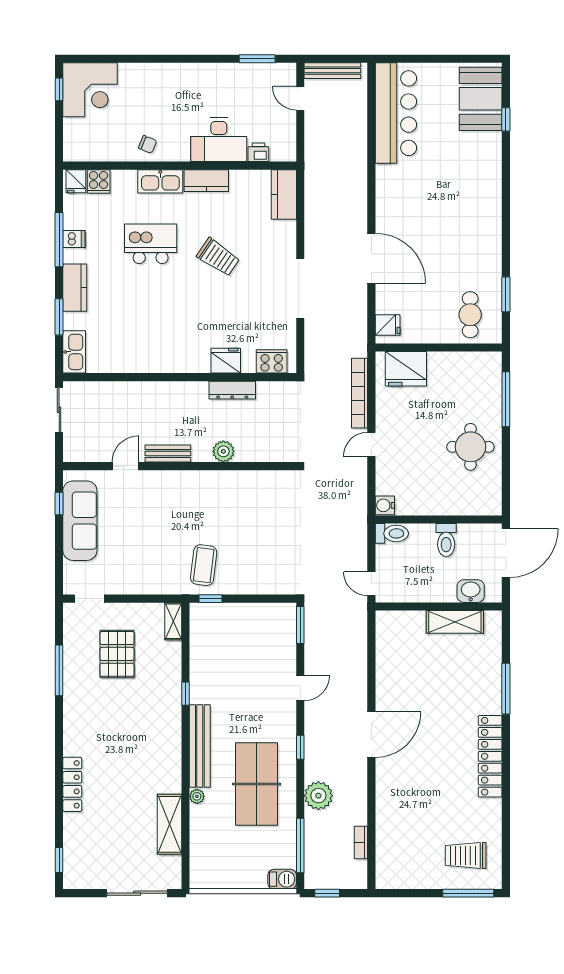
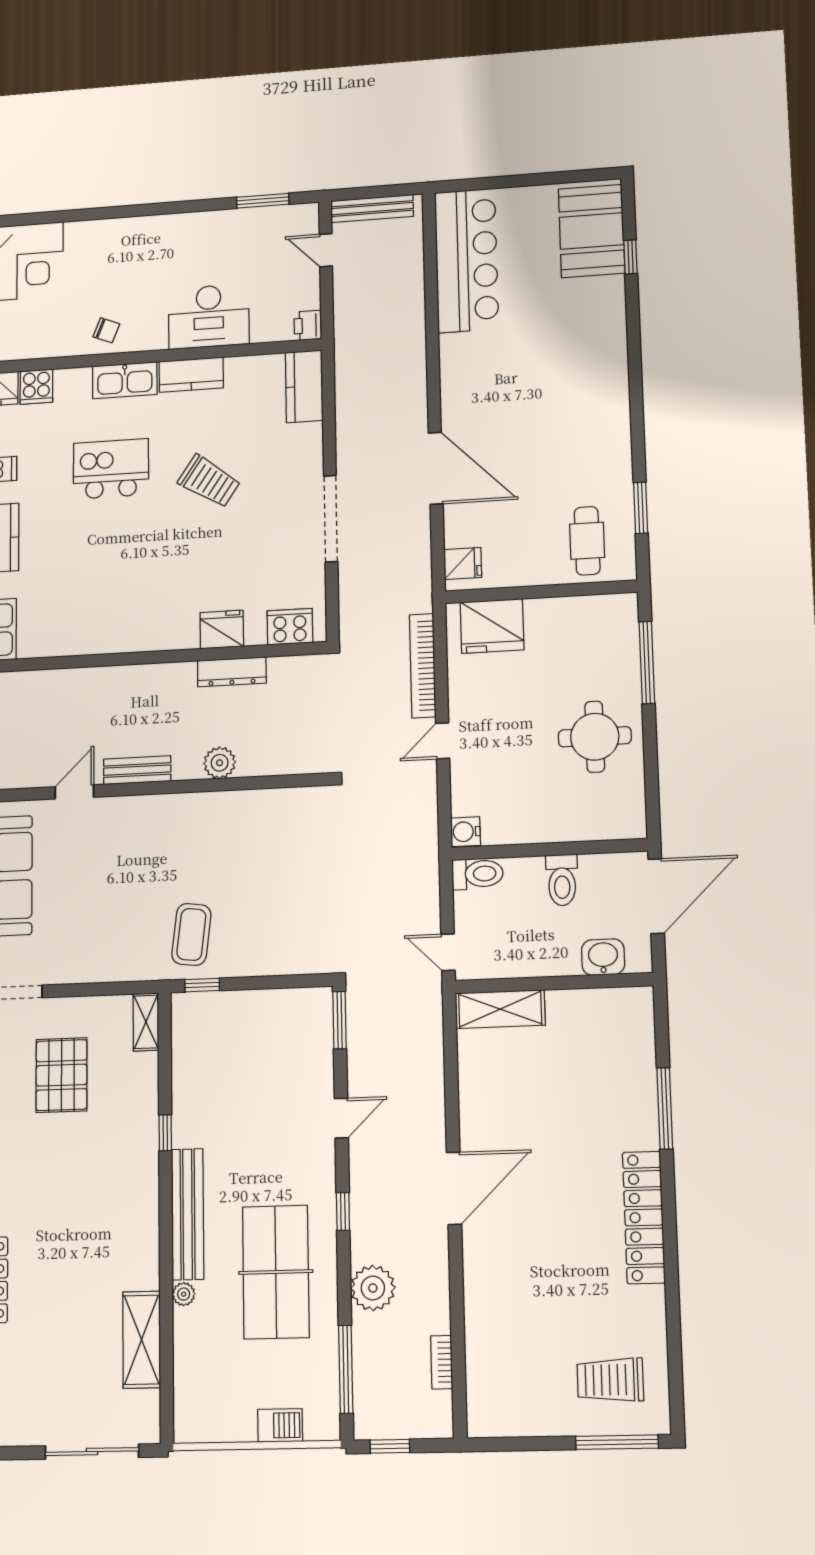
printer: (258, 152) -> (308, 325), moved, turned -90
shelving: (455, 622) -> (500, 1009), moved
barbecue: (282, 879) -> (280, 1425), moved

